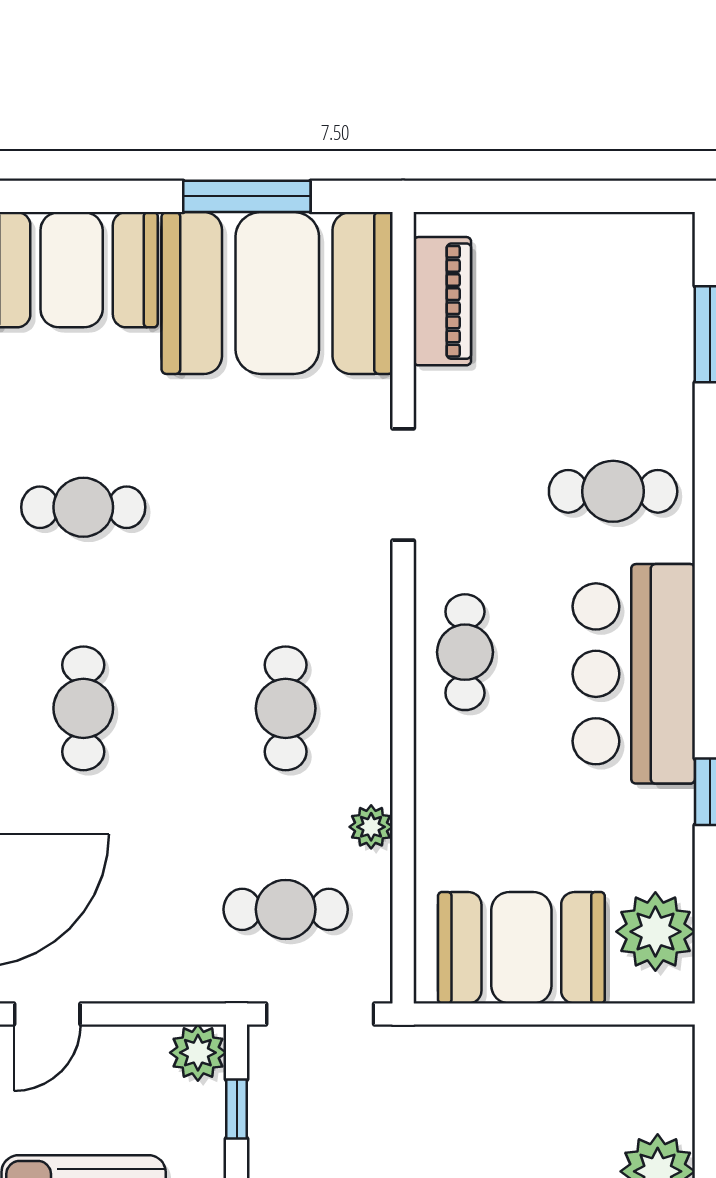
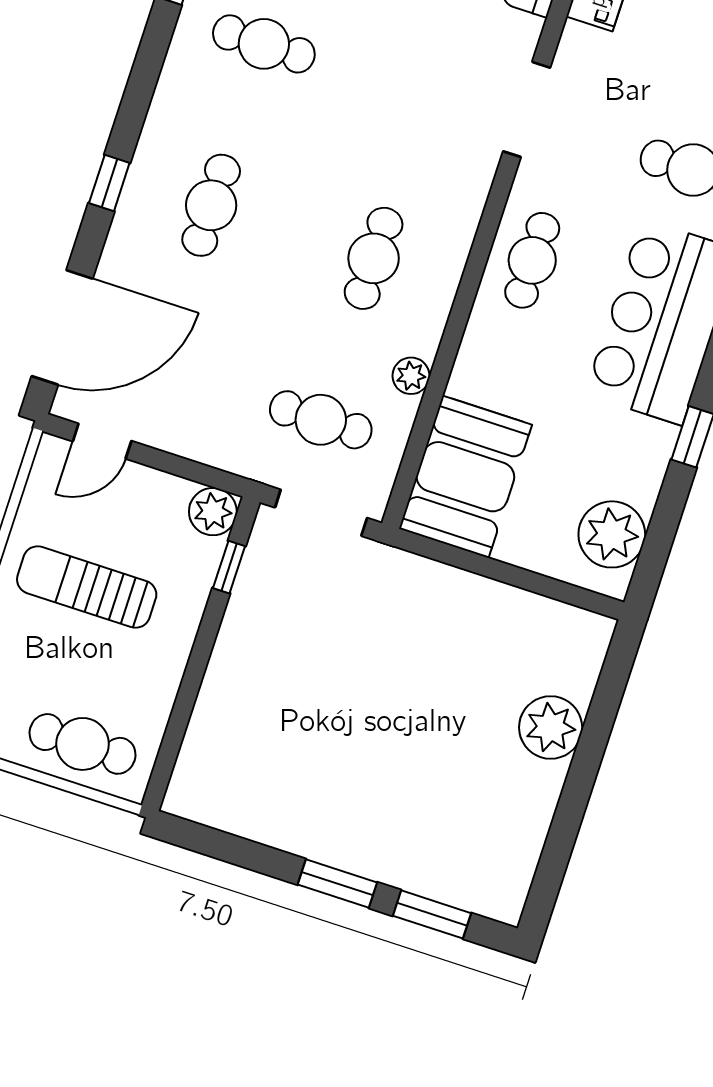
booth: (521, 948) -> (465, 477), moved, turned 90

